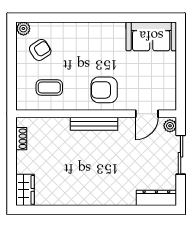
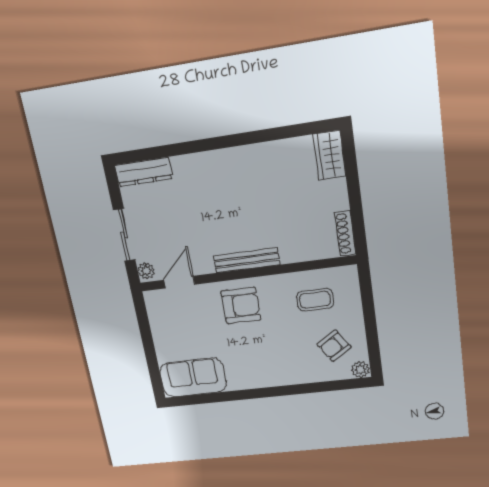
shoe rack: (21, 139) -> (345, 233), width x1.43

